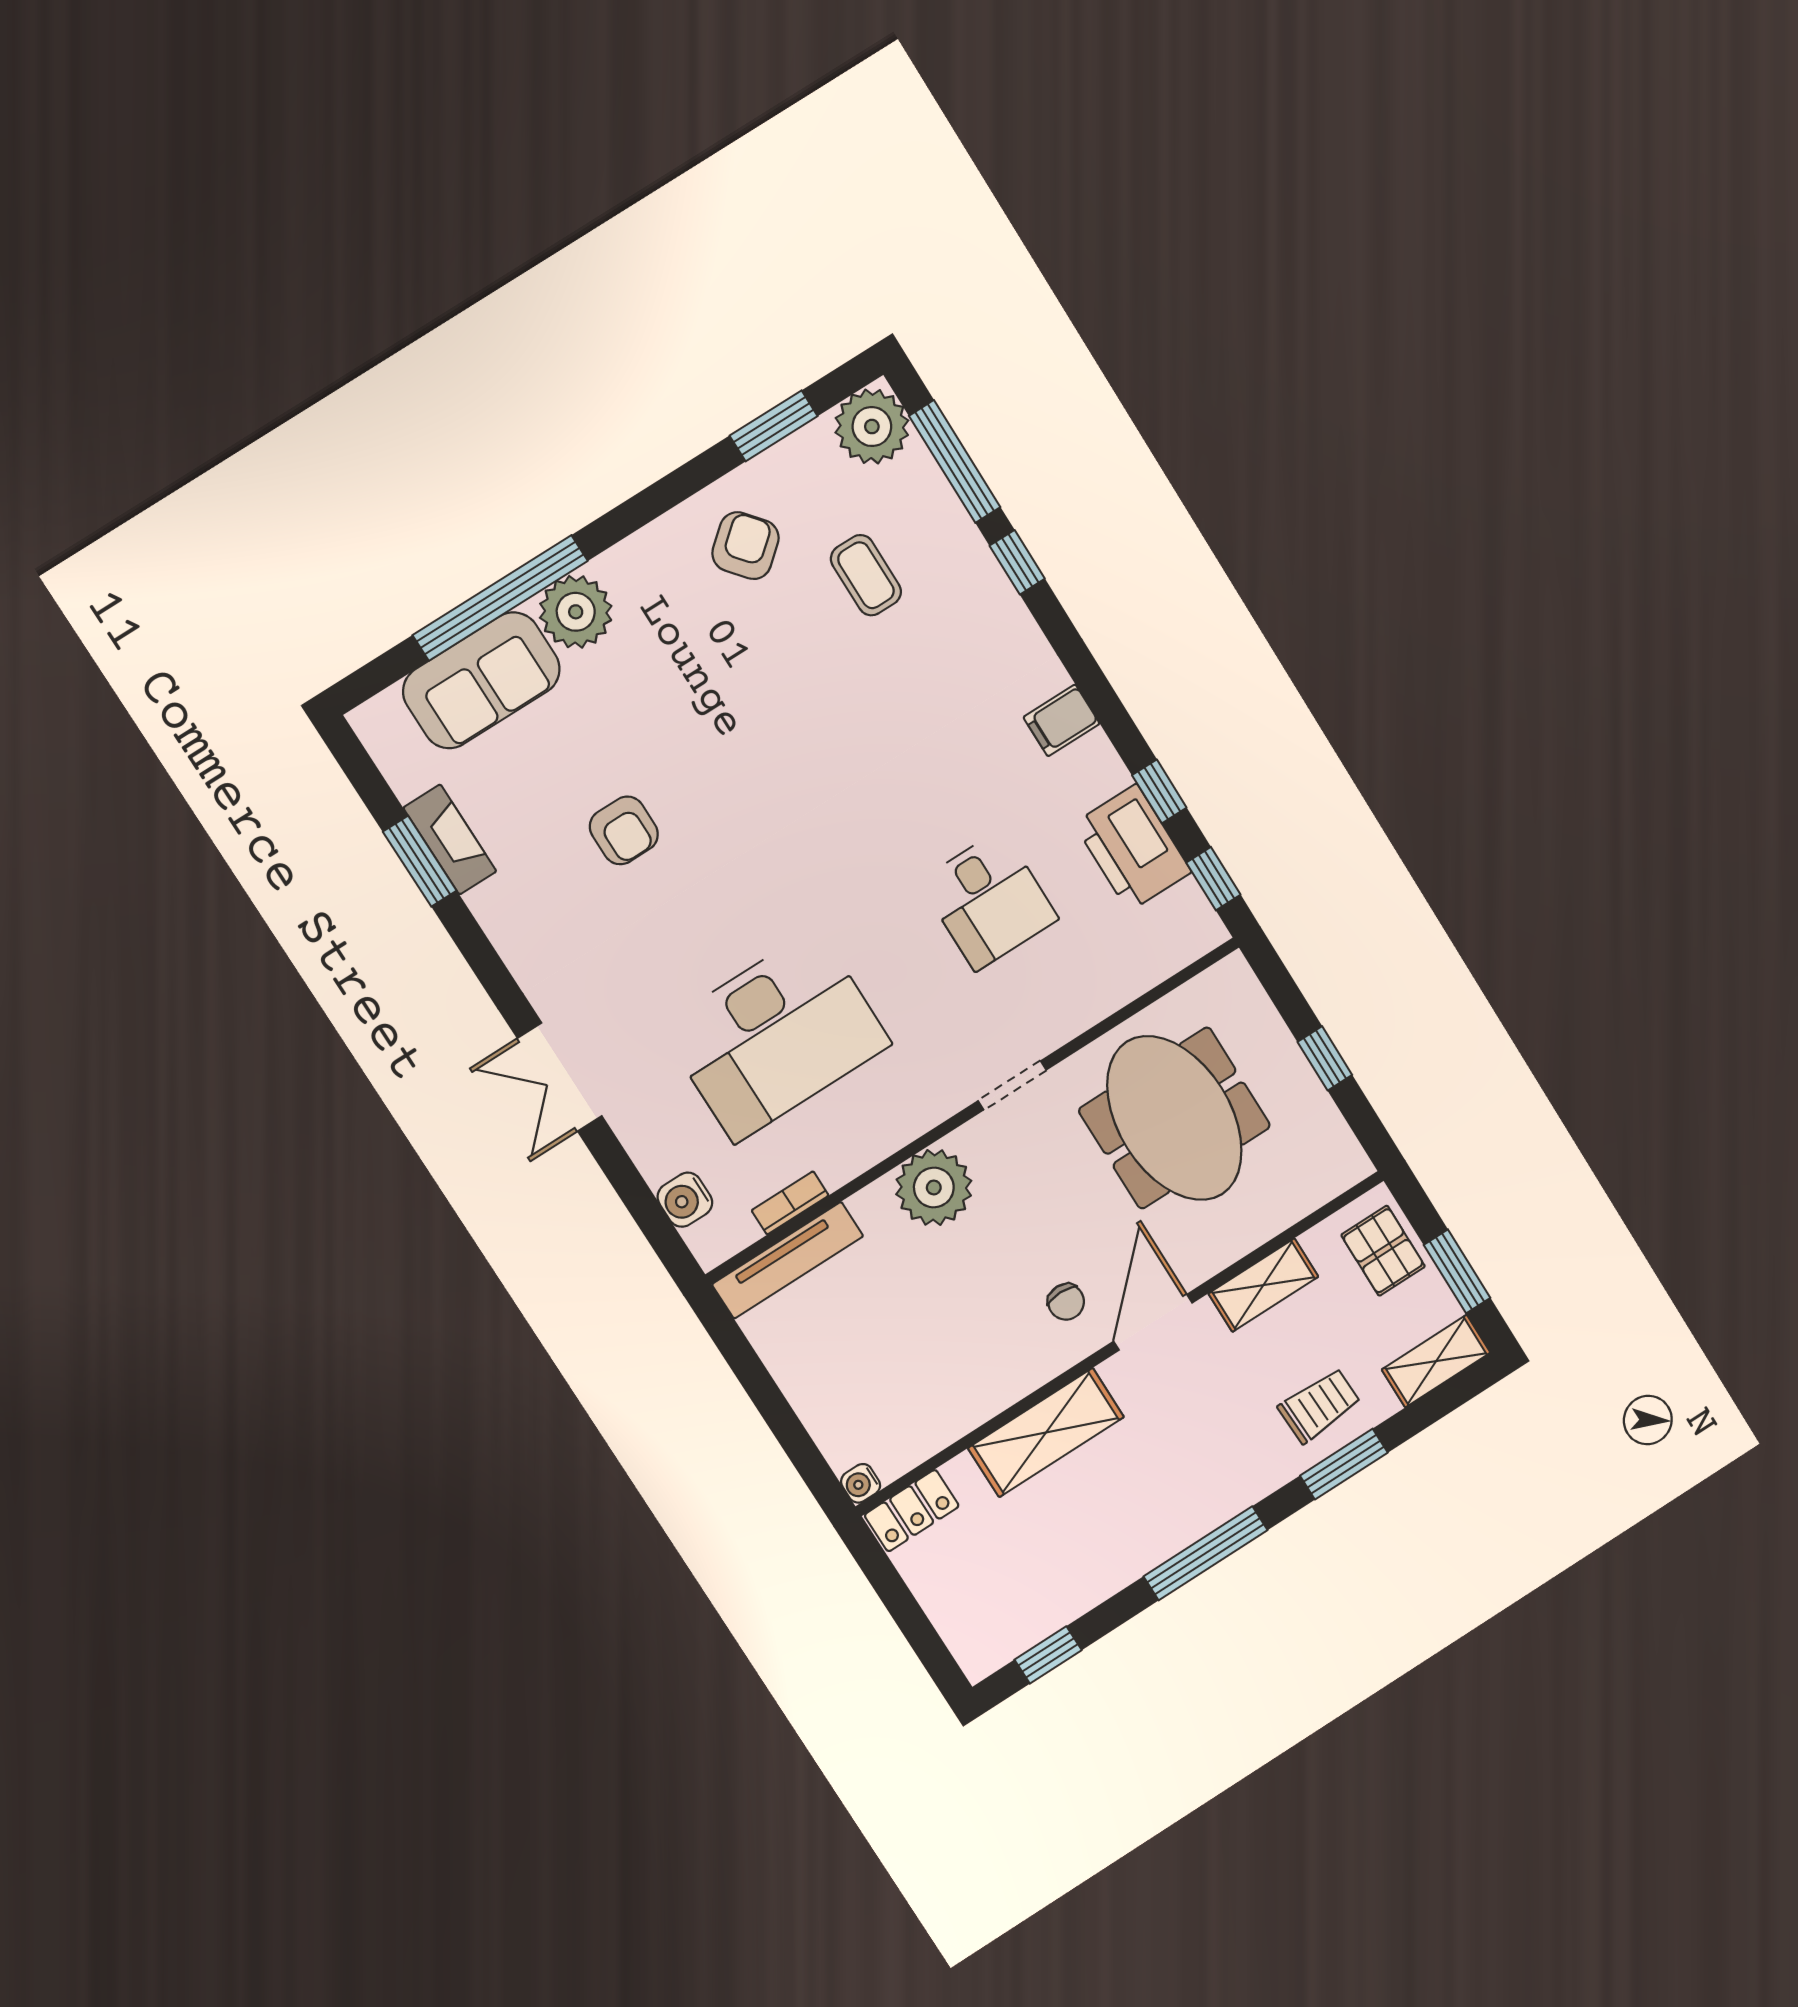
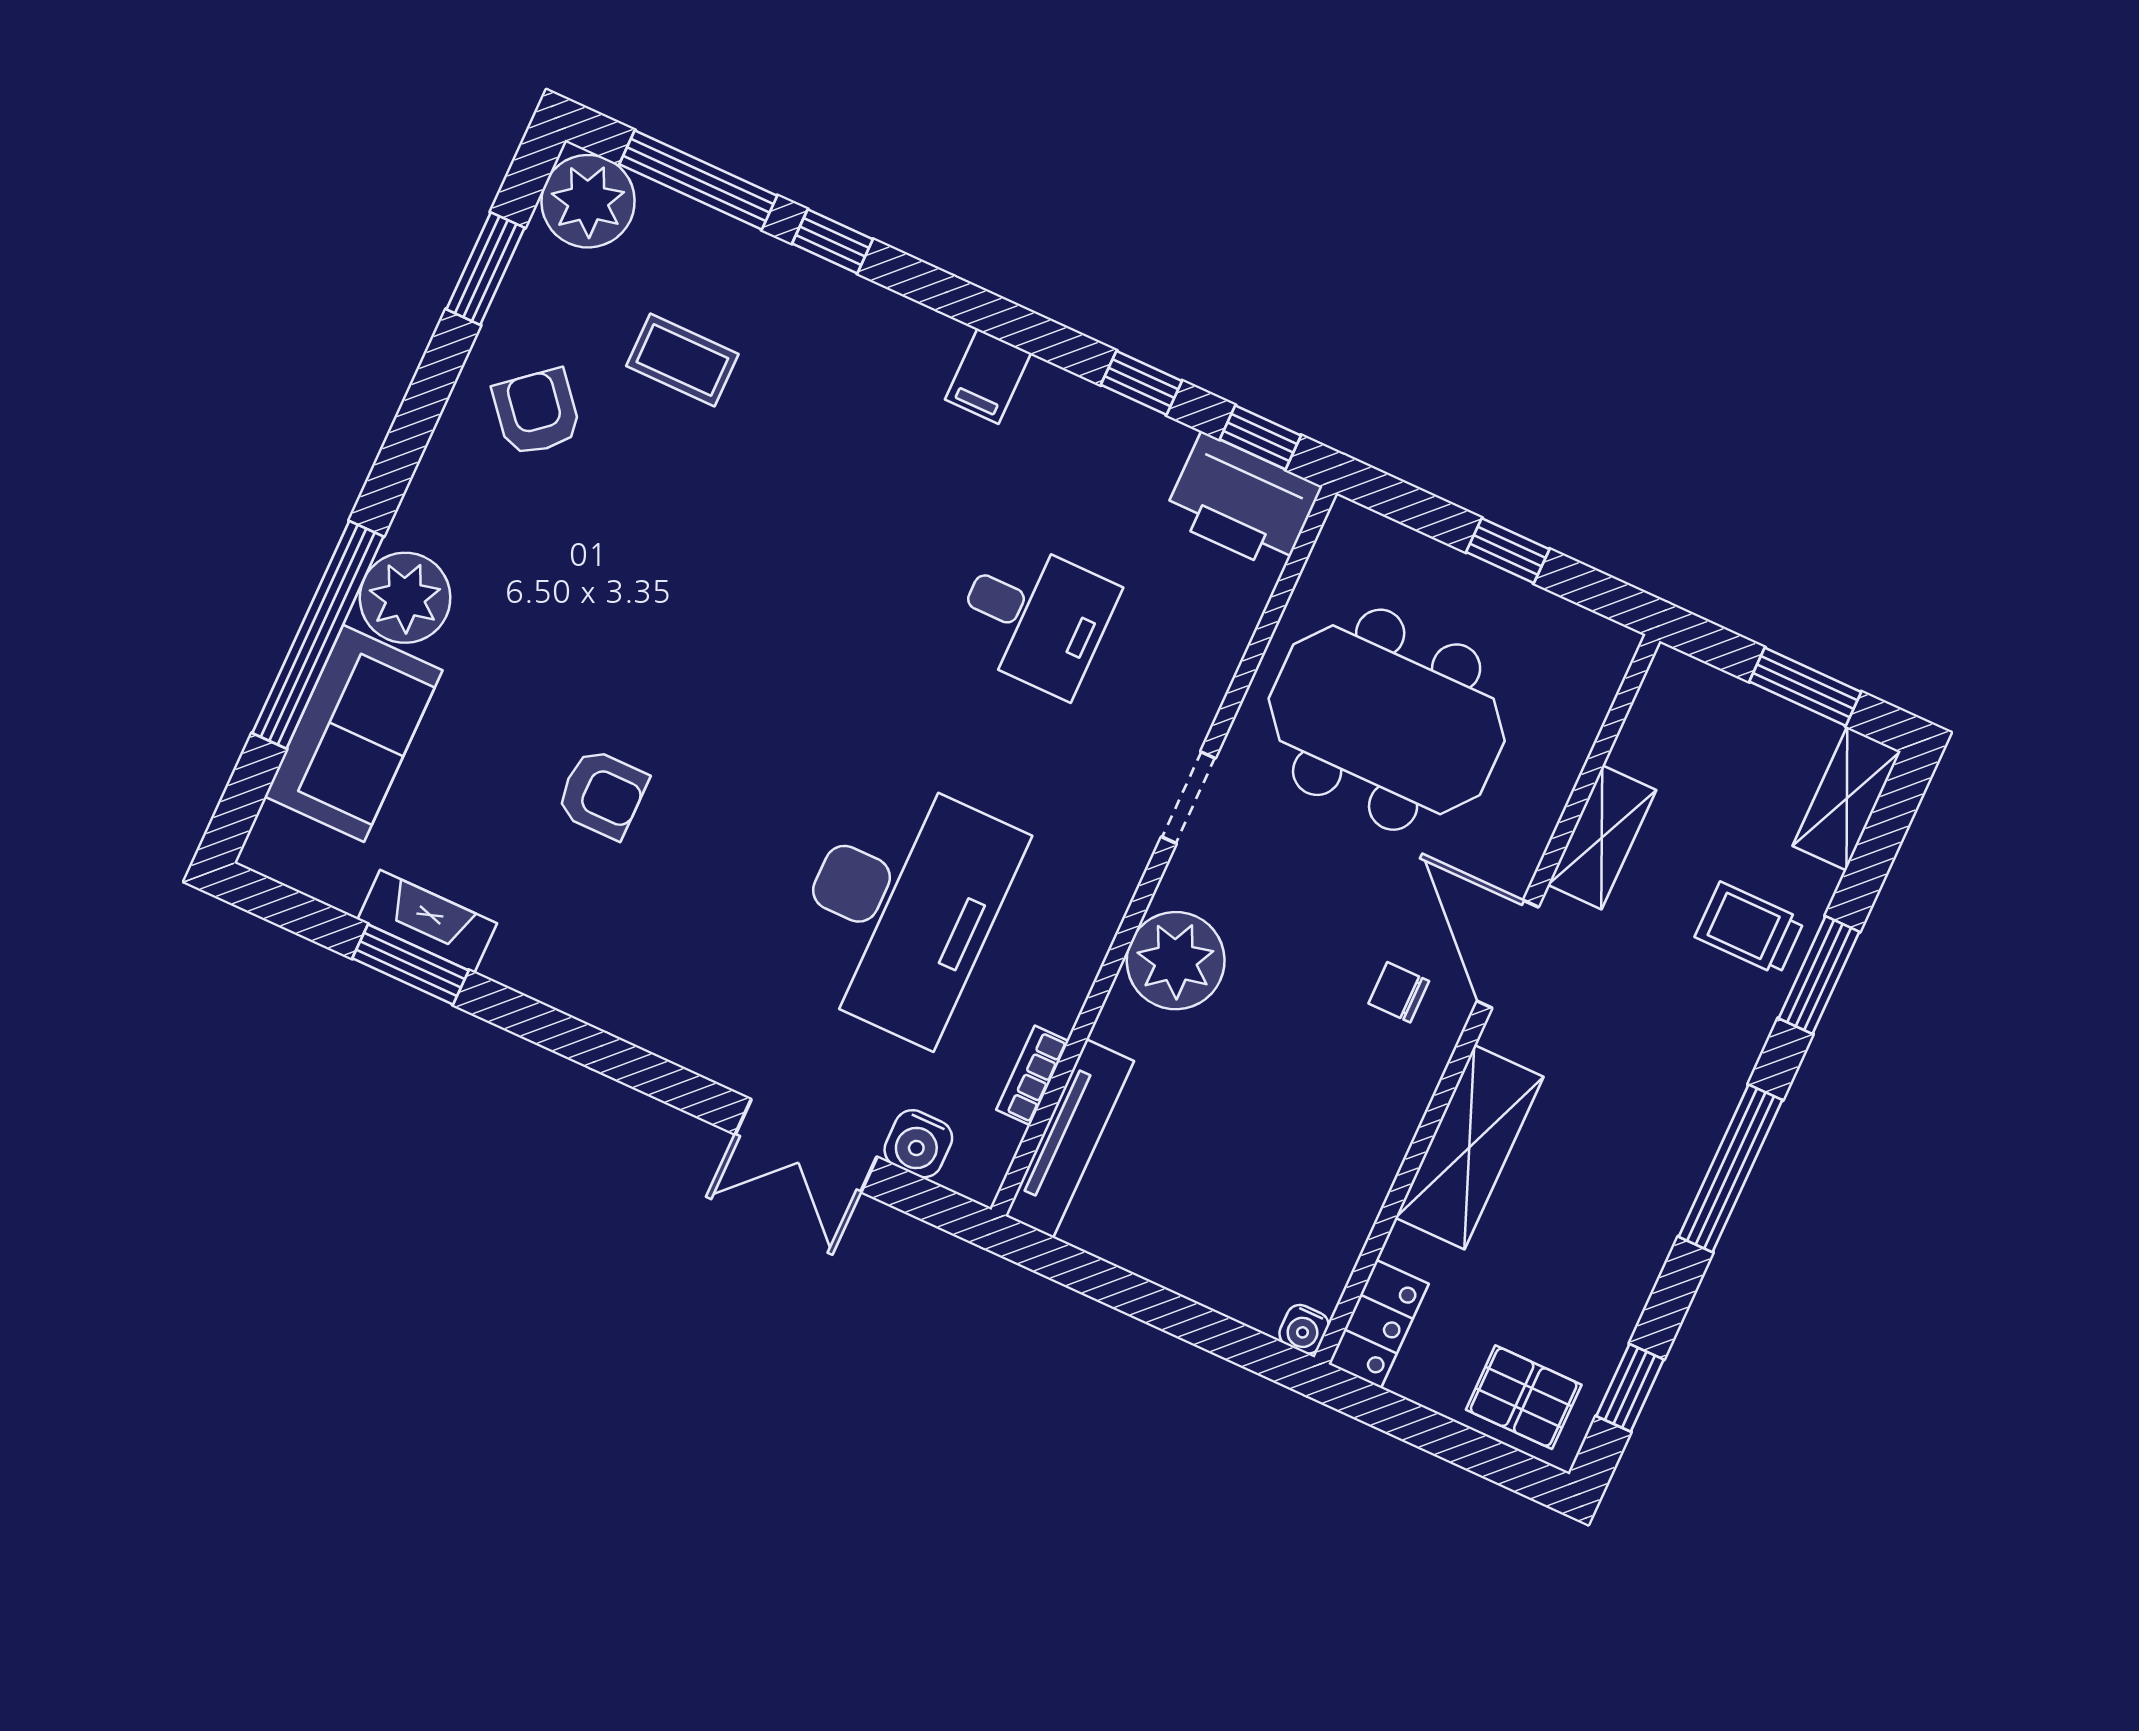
printer: (1133, 848) -> (1242, 502), moved
double door: (560, 1077) -> (806, 1146), moved
pallet: (1383, 1251) -> (1524, 1397), moved
chair: (1066, 1302) -> (1399, 992), turned 180
trolley: (1319, 1405) -> (1750, 929), turned -88

